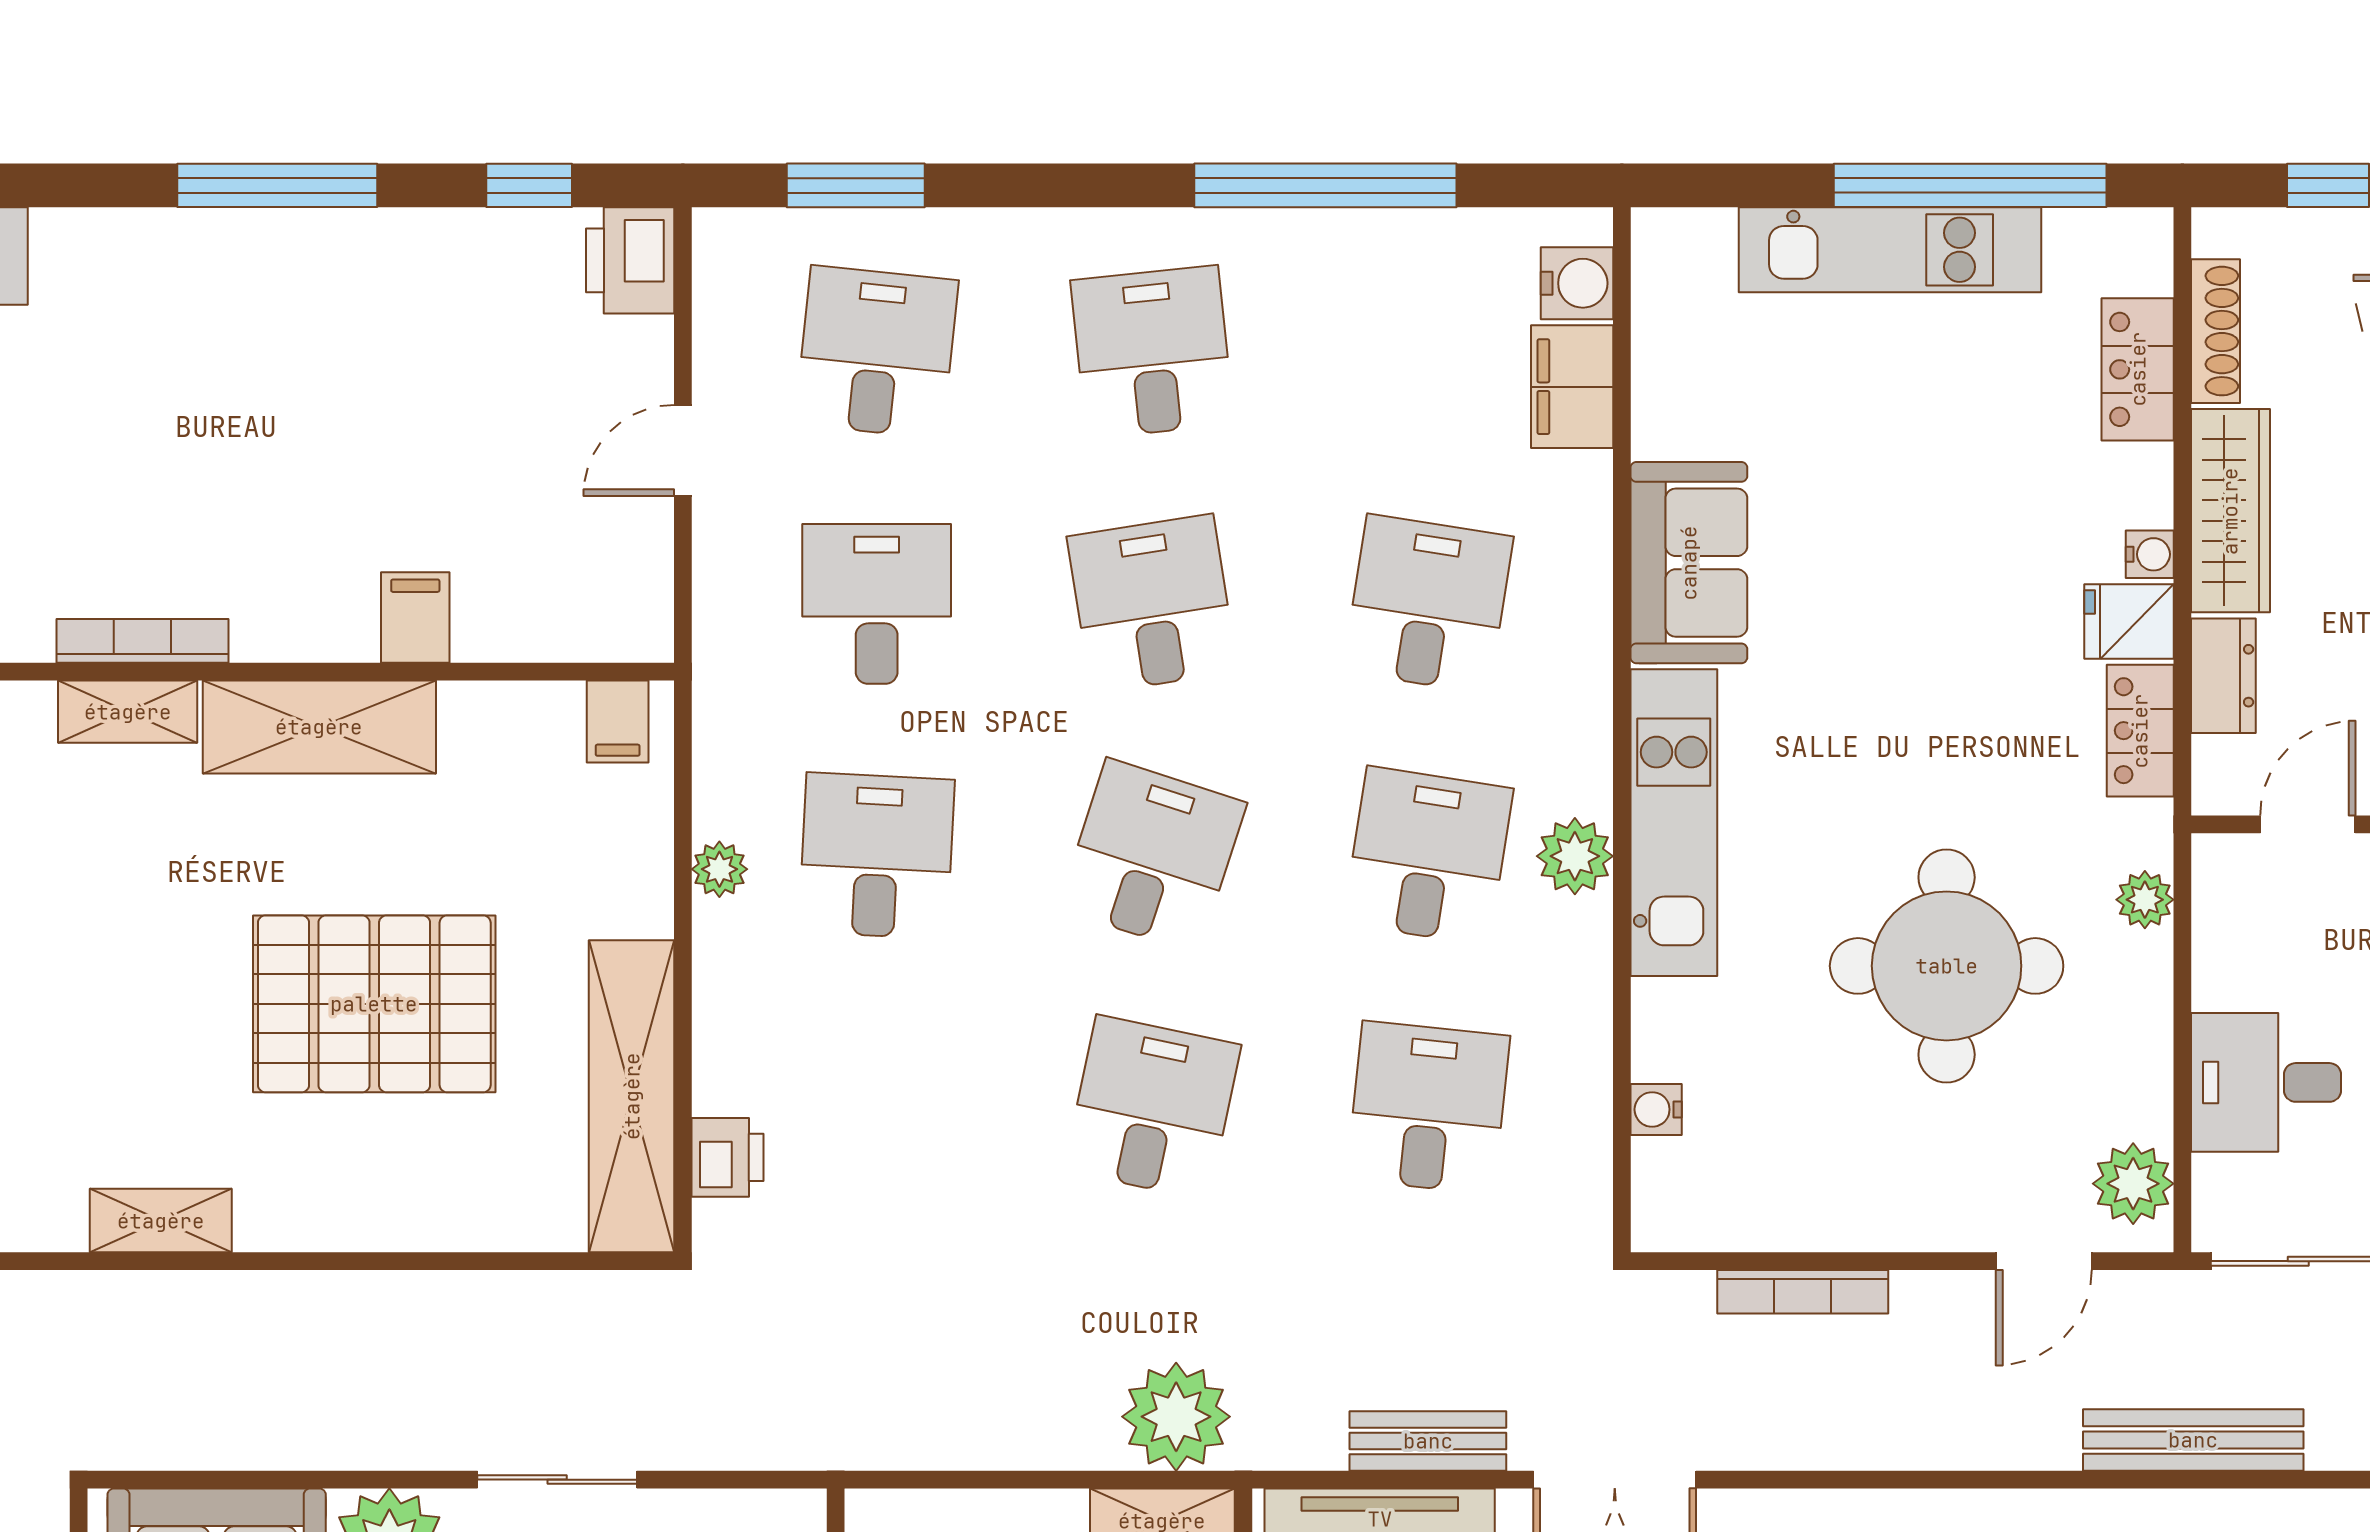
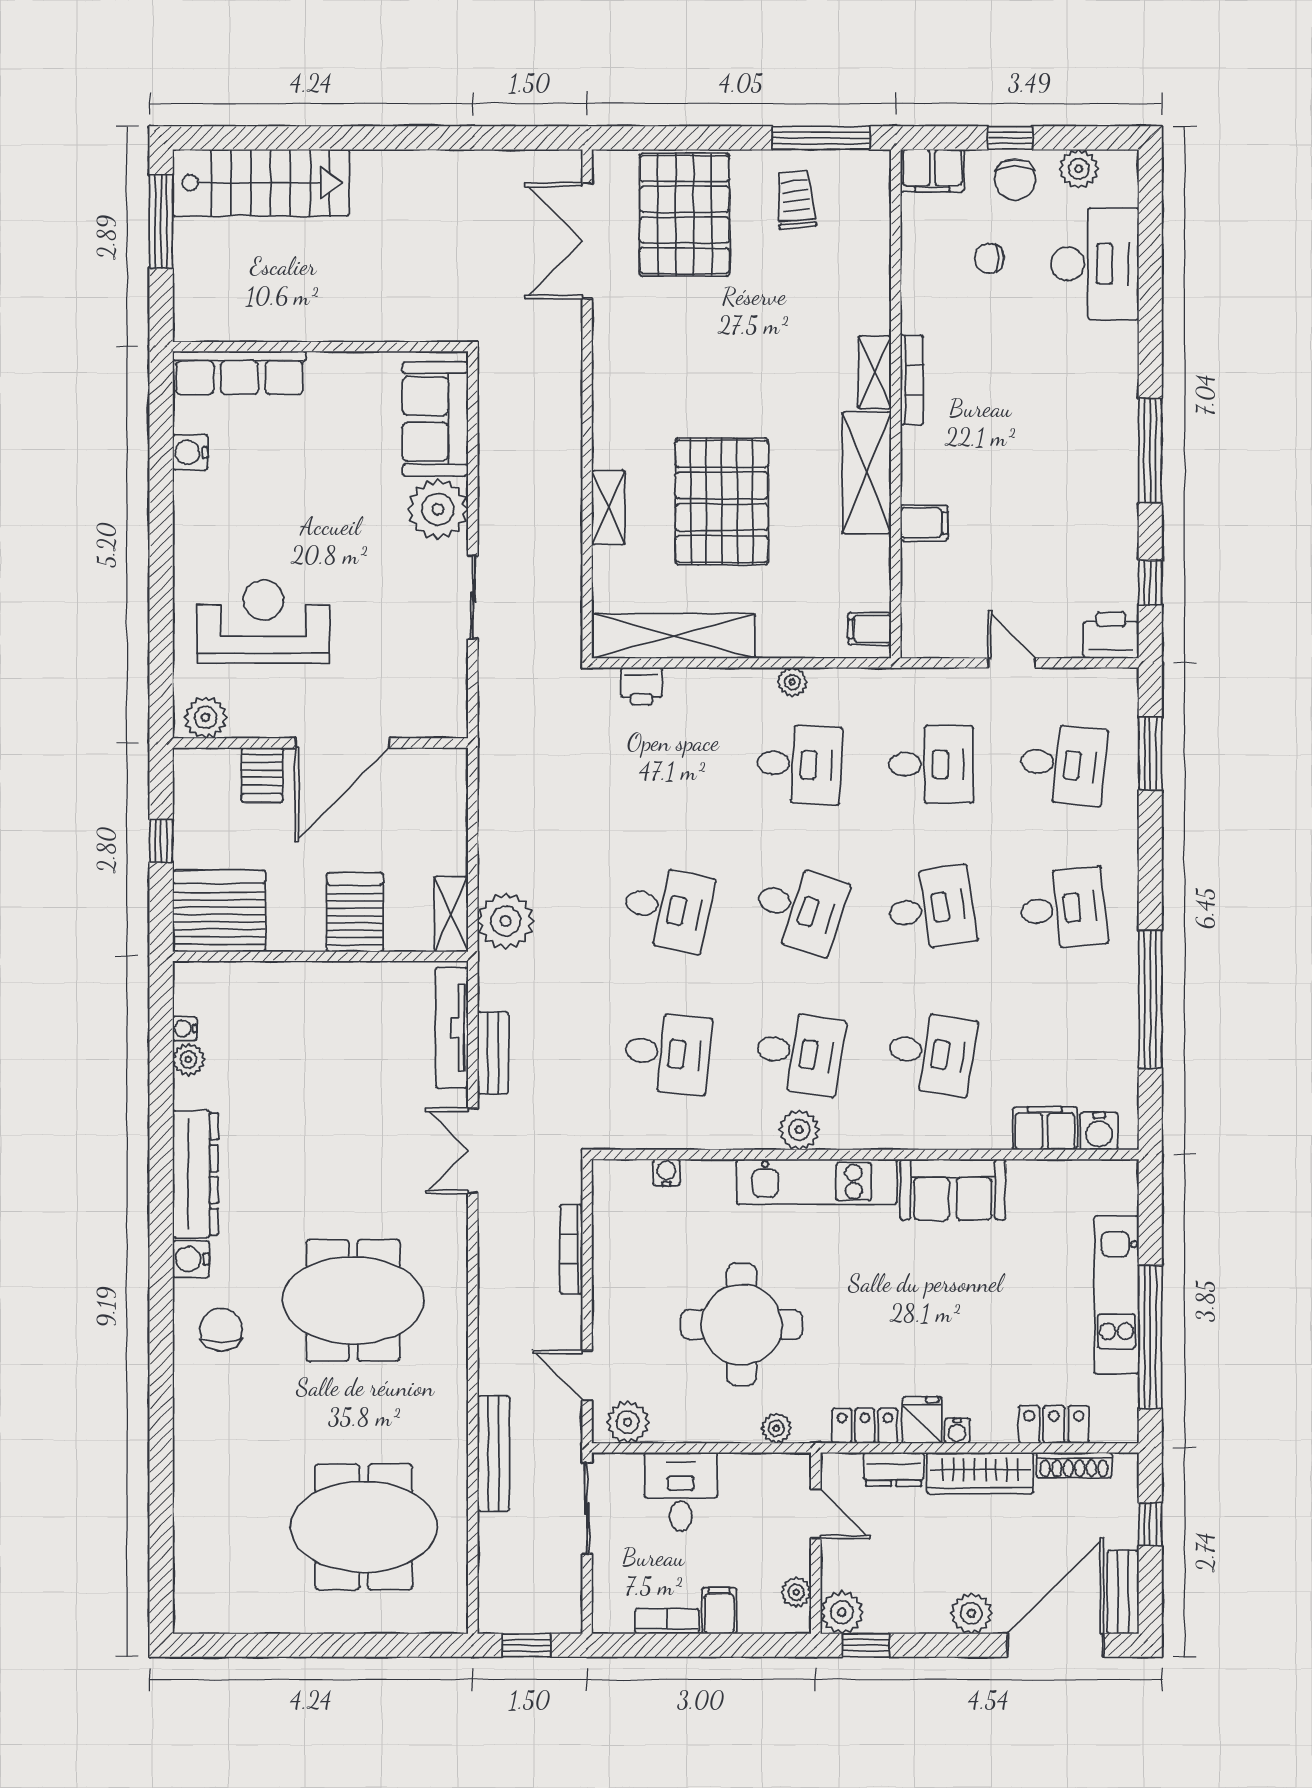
shelving: (161, 1221) -> (608, 508), moved

